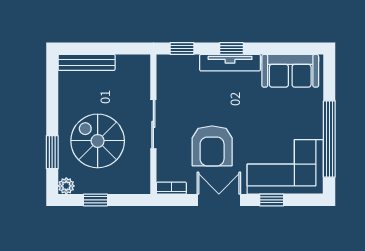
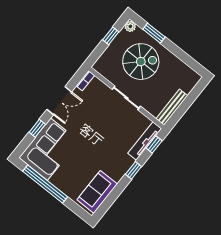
bench: (87, 62) -> (172, 107), moved
tv unit: (230, 63) -> (145, 141), moved
armchair: (212, 146) -> (90, 120), removed

